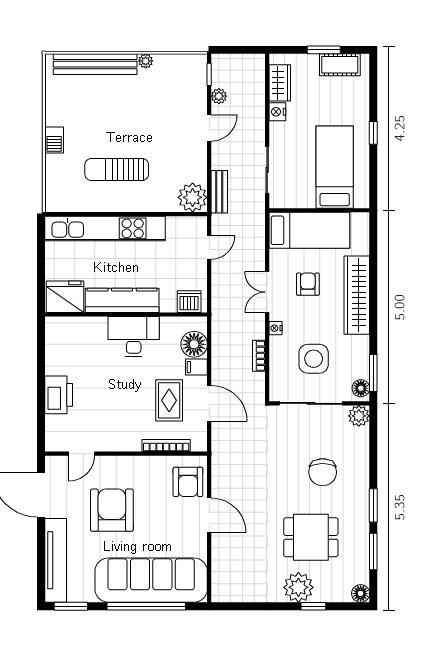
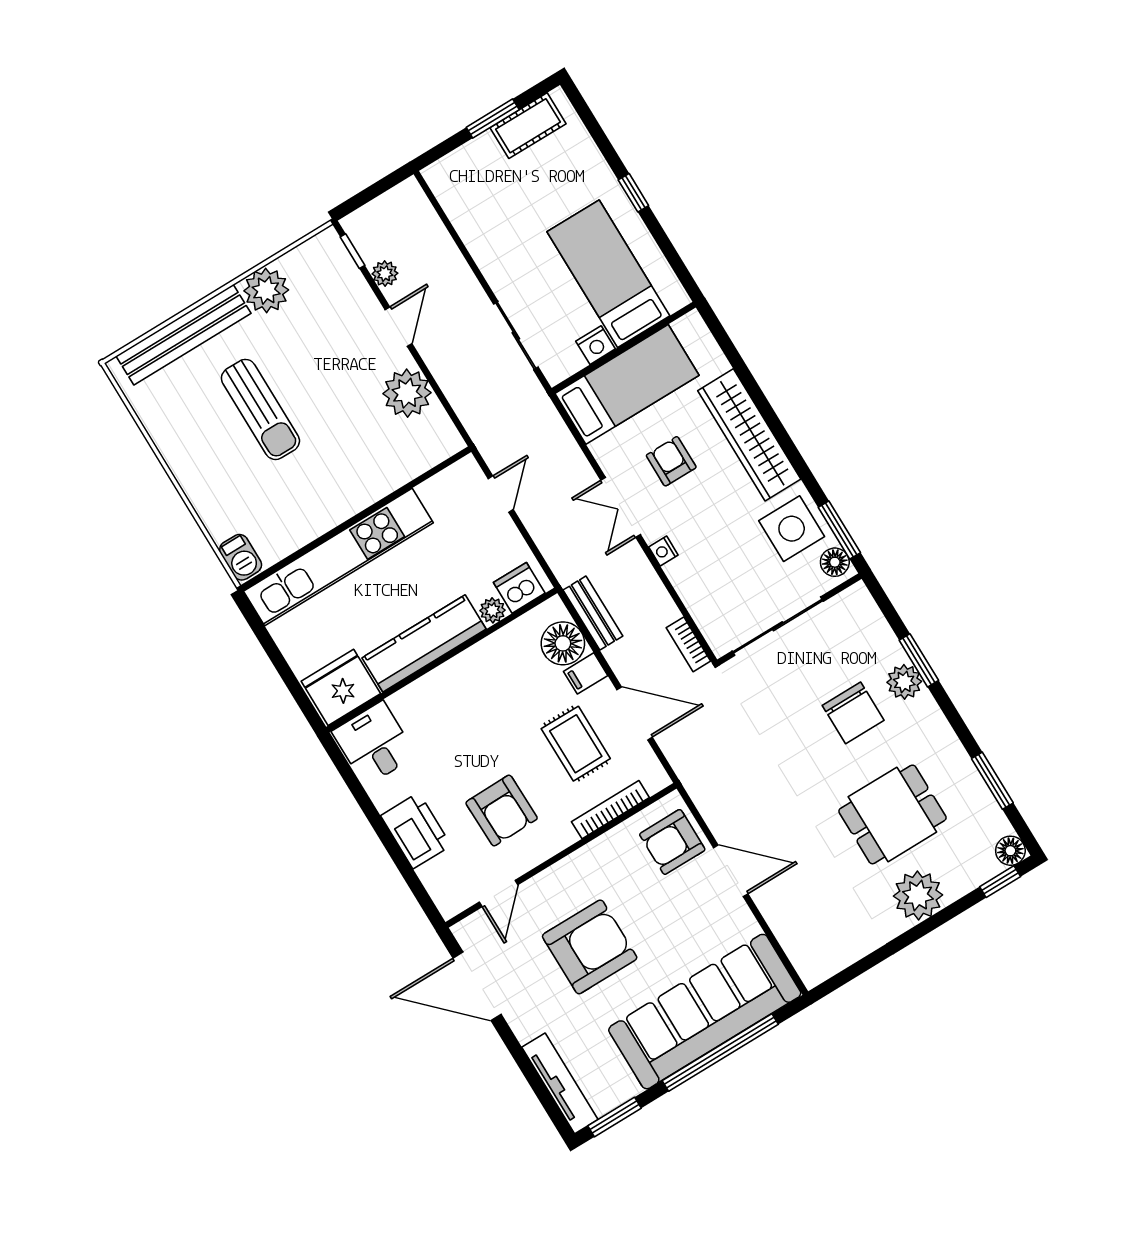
plant: (146, 61) -> (266, 290), width x1.88, depth x1.88
wardrobe: (280, 83) -> (459, 203), removed
nightstand: (277, 112) -> (596, 345), moved, turned -90
barbecue: (54, 140) -> (241, 557), moved
sun lounger: (117, 169) -> (260, 409), moved, turned -90
bench: (219, 192) -> (593, 613), moved
plant: (193, 197) -> (407, 393), moved
plant: (168, 305) -> (492, 610), added
desk: (134, 336) -> (374, 744), moved, width x0.73
bookcase: (259, 356) -> (688, 644), moved
side table: (314, 359) -> (792, 529), moved
armchair: (109, 412) -> (502, 811), added
plant: (359, 416) -> (904, 682), moved
armchair: (188, 482) -> (672, 842), turned 90
window: (373, 505) -> (919, 660), moved
armchair: (112, 510) -> (590, 947), turned 90
tv unit: (56, 560) -> (560, 1083), width x0.73, depth x0.78
window: (313, 606) -> (1000, 882), moved

